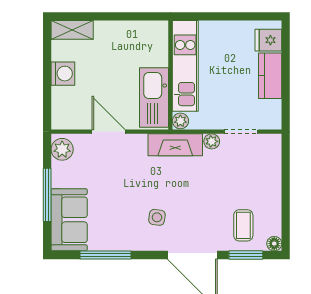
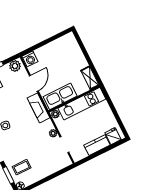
shelving: (72, 30) -> (90, 78), moved
washing machine: (63, 74) -> (30, 59), moved
fireplace: (175, 145) -> (38, 108), moved

